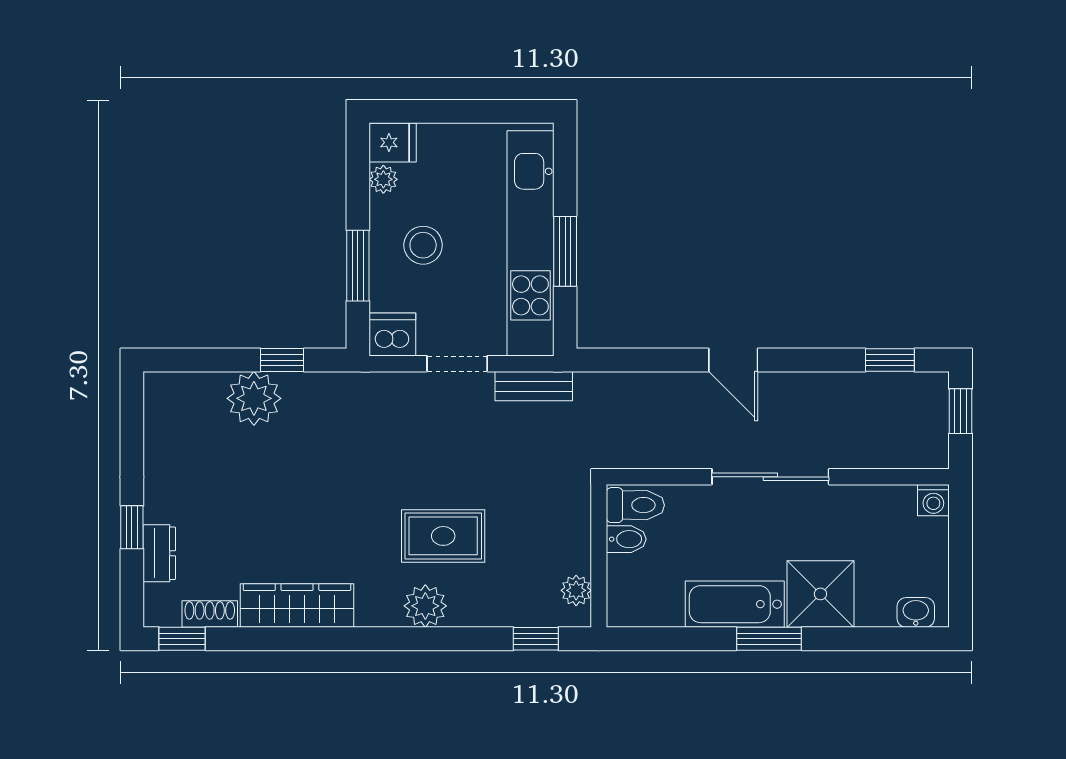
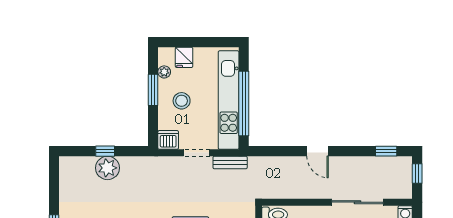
fridge: (393, 142) -> (184, 57), moved, turned 90
window: (565, 251) -> (244, 103), width x2.11
window: (358, 266) -> (153, 90), moved
window: (282, 360) -> (105, 151), moved
sliding door: (770, 477) -> (358, 202), moved

